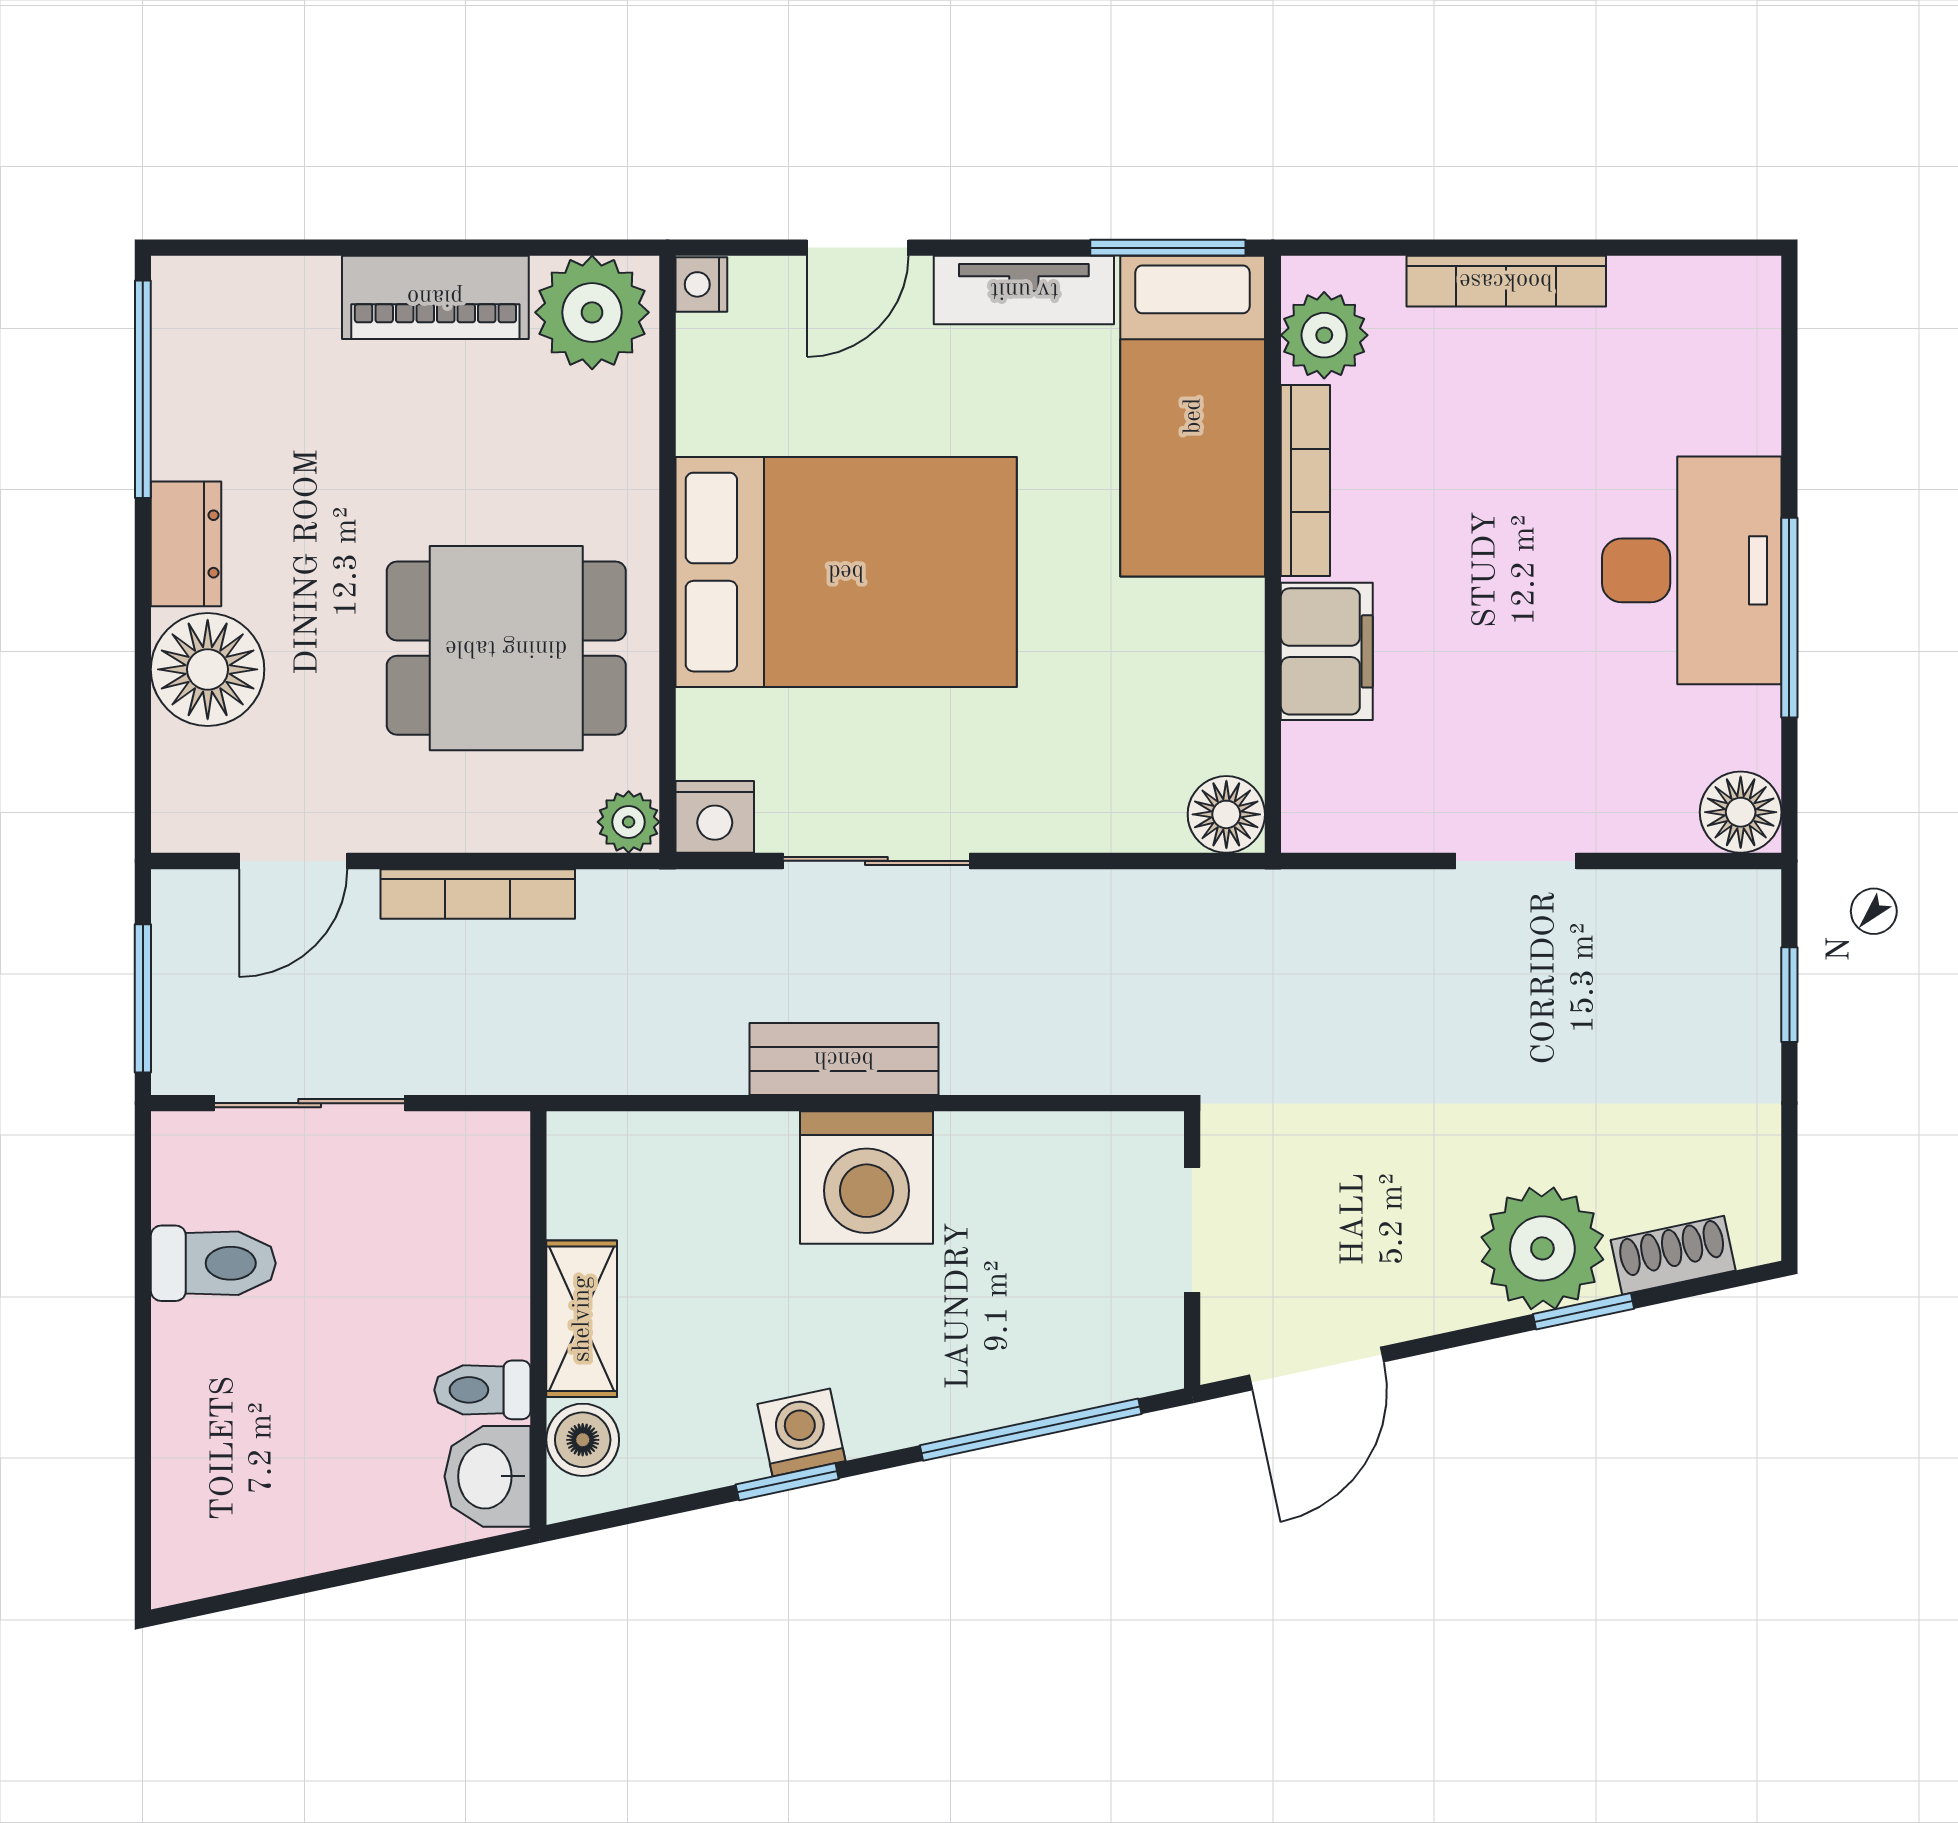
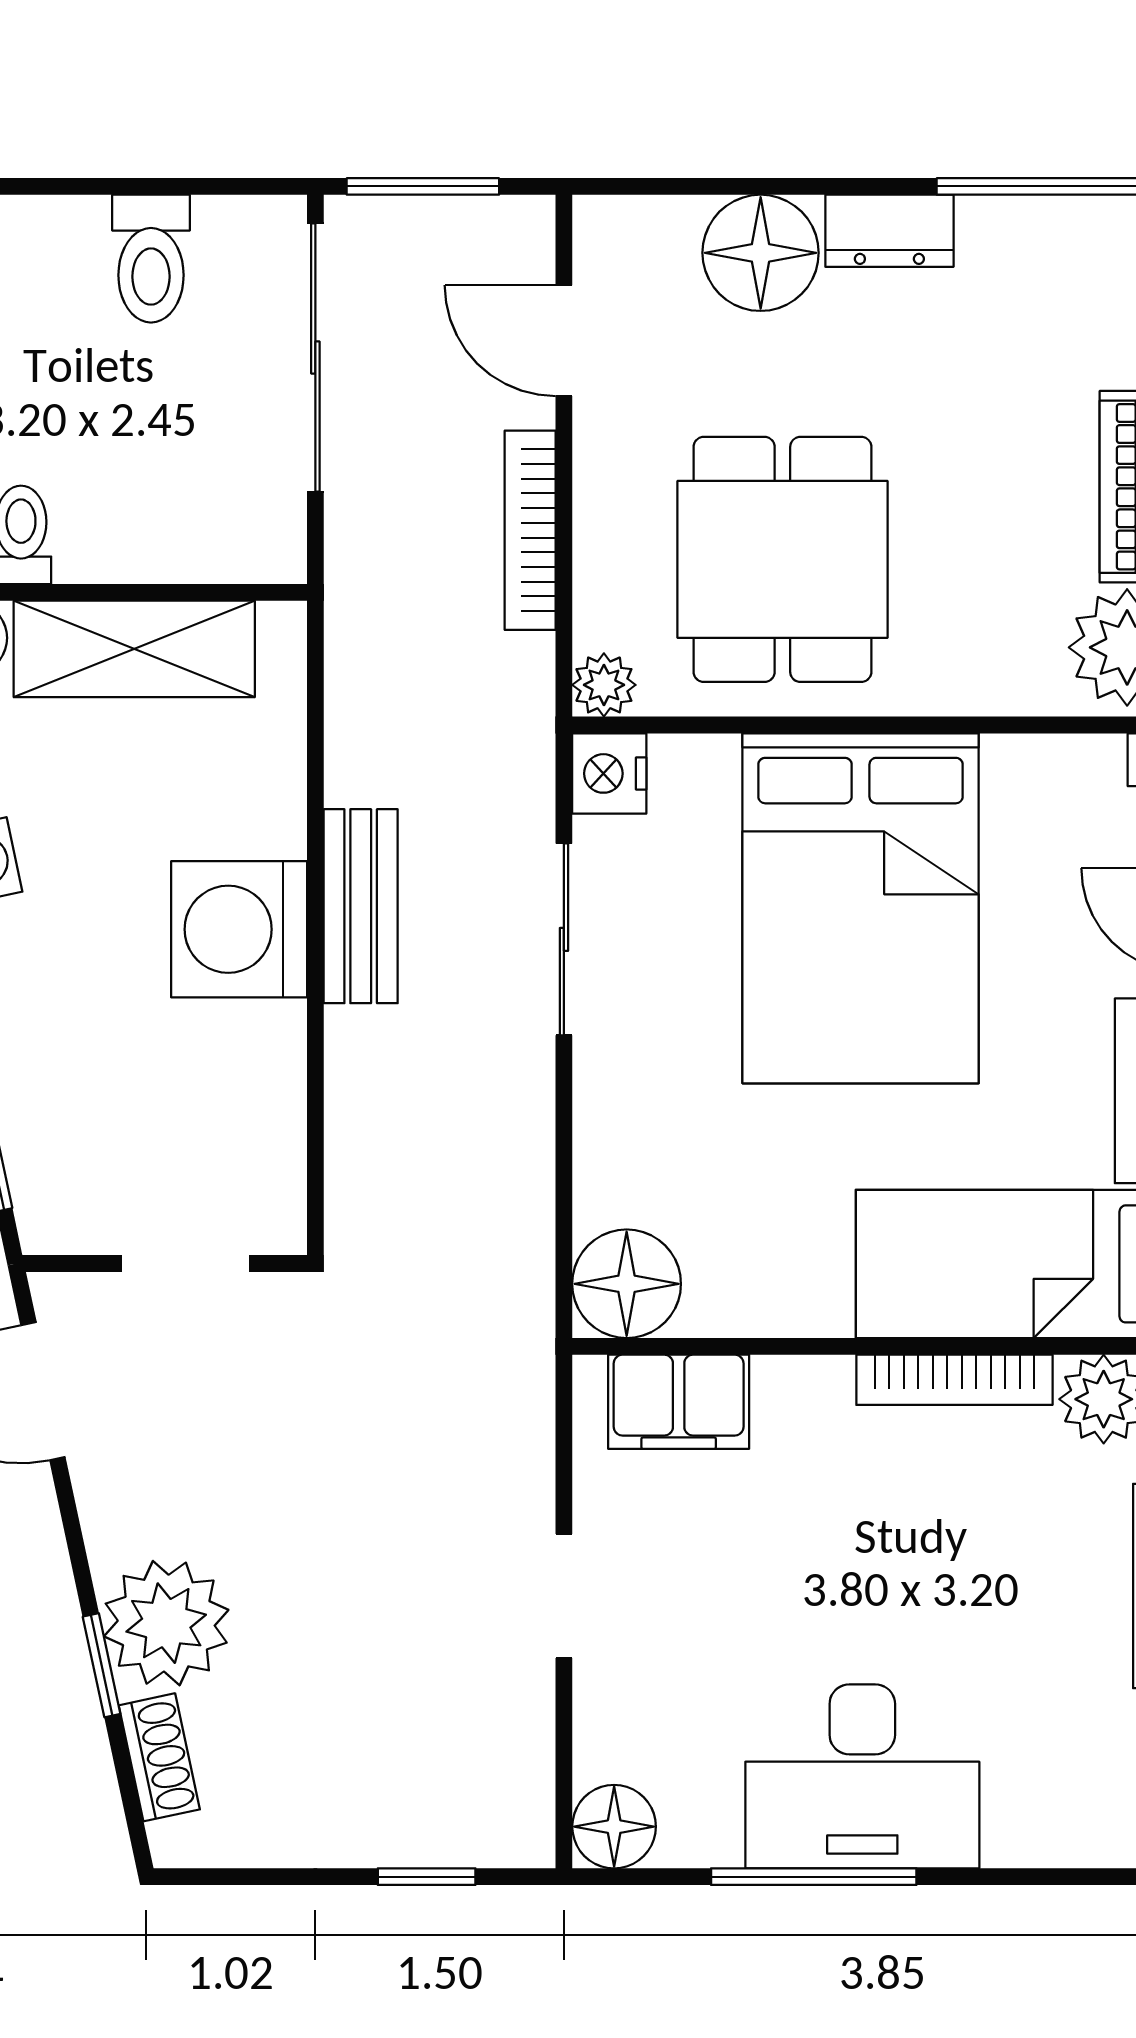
filing cabinet: (1327, 651) -> (679, 1402), moved
floor lamp: (1226, 814) -> (627, 1284), width x1.38, depth x1.38
sliding door: (310, 1103) -> (315, 357), width x1.37
shelving: (582, 1319) -> (134, 649), width x1.50, depth x1.33

